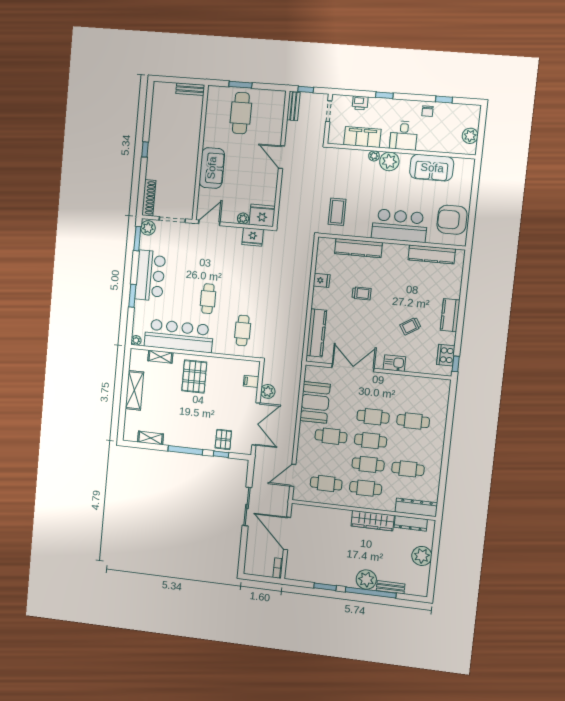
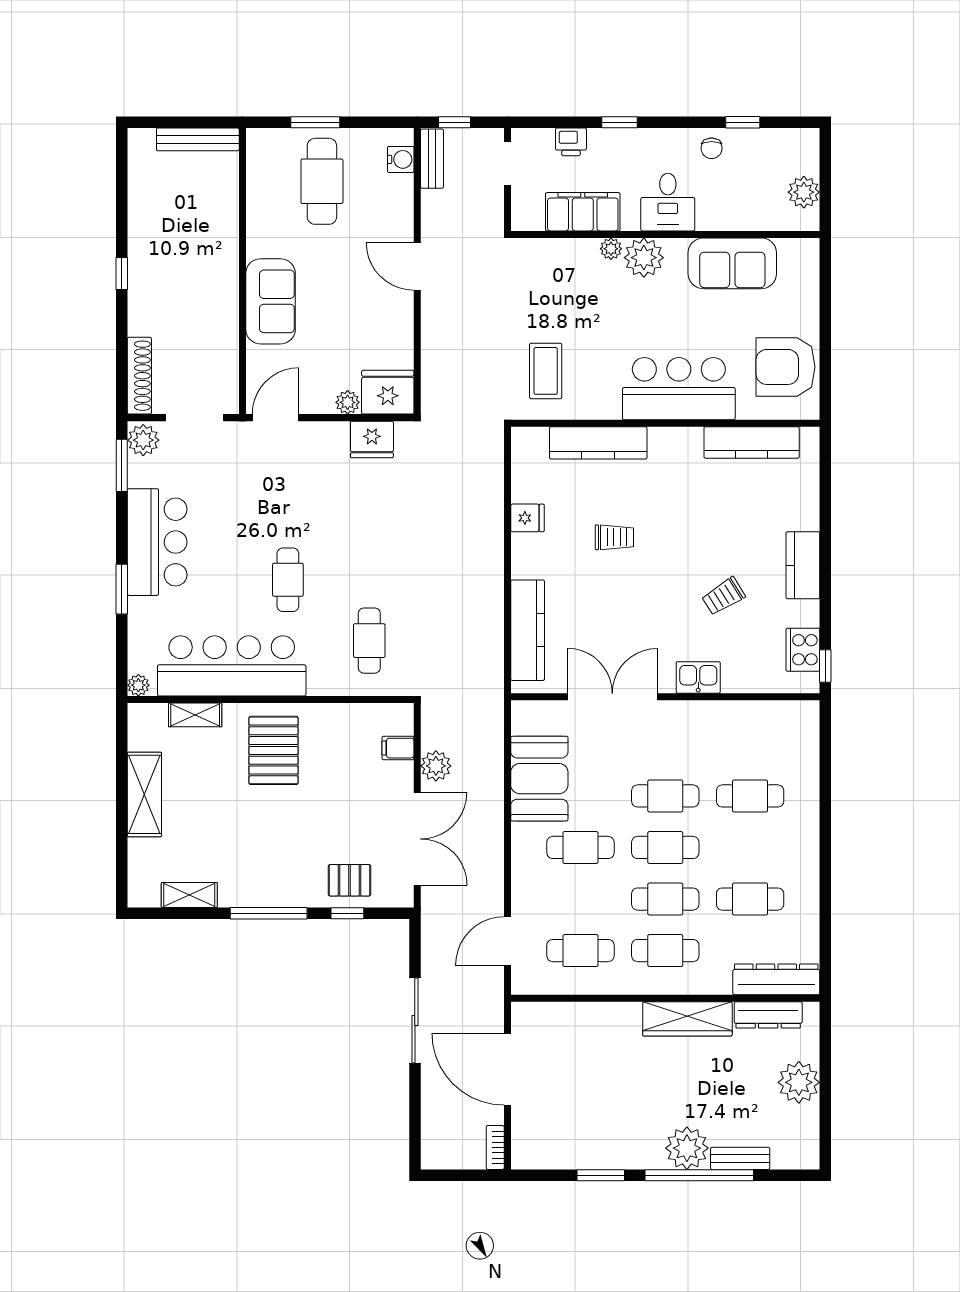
bench: (190, 89) -> (198, 139), width x1.36
water cooler: (279, 105) -> (401, 159), added
pallet: (223, 439) -> (349, 880), turned 90

